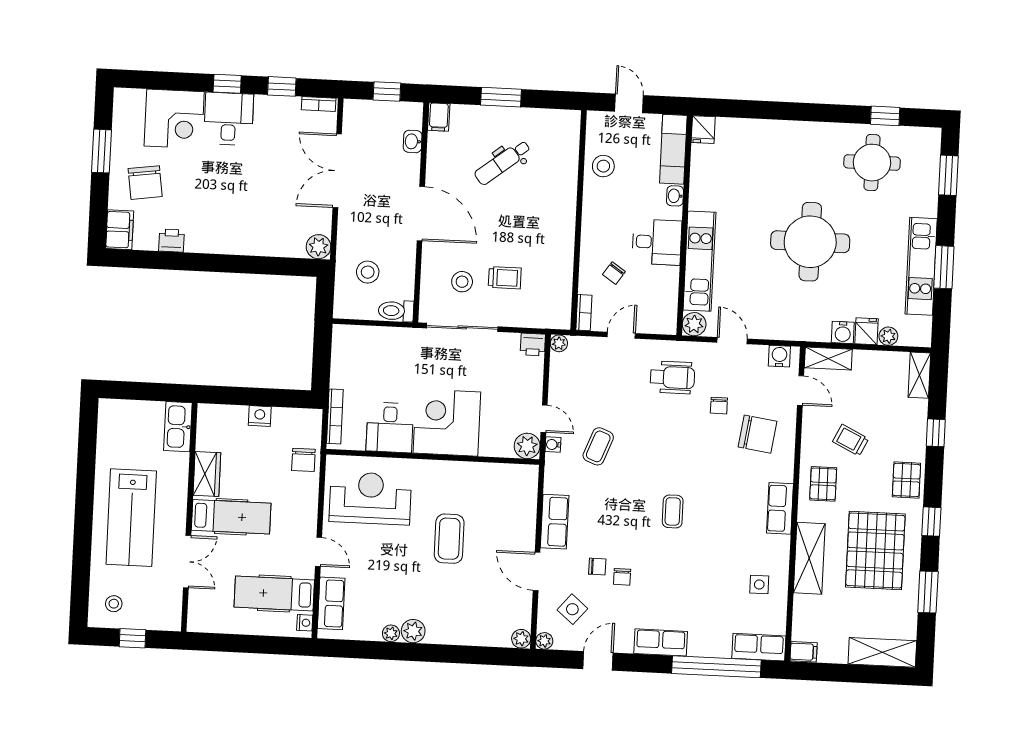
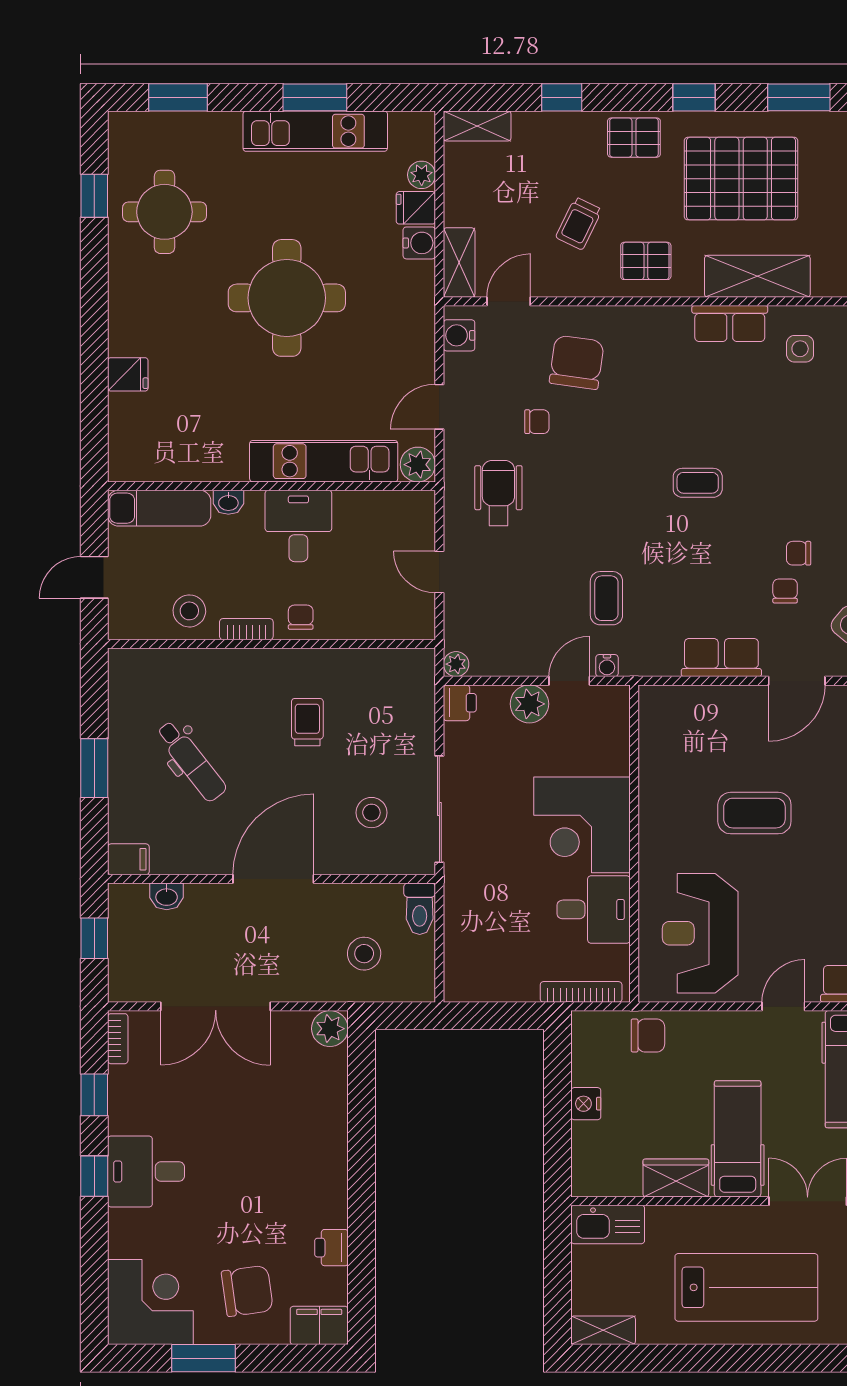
corner desk: (174, 119) -> (150, 1302), moved
fridge: (703, 130) -> (128, 374), moved
chair: (614, 273) -> (301, 617), moved, turned -124
trolley: (505, 278) -> (307, 722), moved
bookcase: (584, 313) -> (246, 629), moved
shelving: (107, 420) -> (603, 1330), added
plant: (527, 446) -> (529, 704), moved
coffee table: (598, 446) -> (606, 598), turned 69
row of seats: (780, 508) -> (730, 324), moved
chair: (622, 577) -> (799, 553), turned 180

